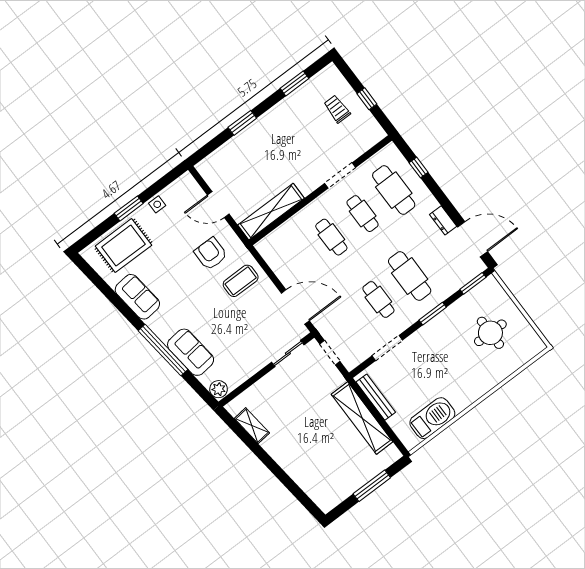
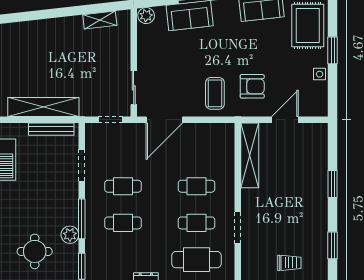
cafe table: (410, 276) -> (123, 223), width x0.73, depth x0.74
window: (433, 314) -> (82, 219), width x1.44
plant: (454, 314) -> (70, 235), added

